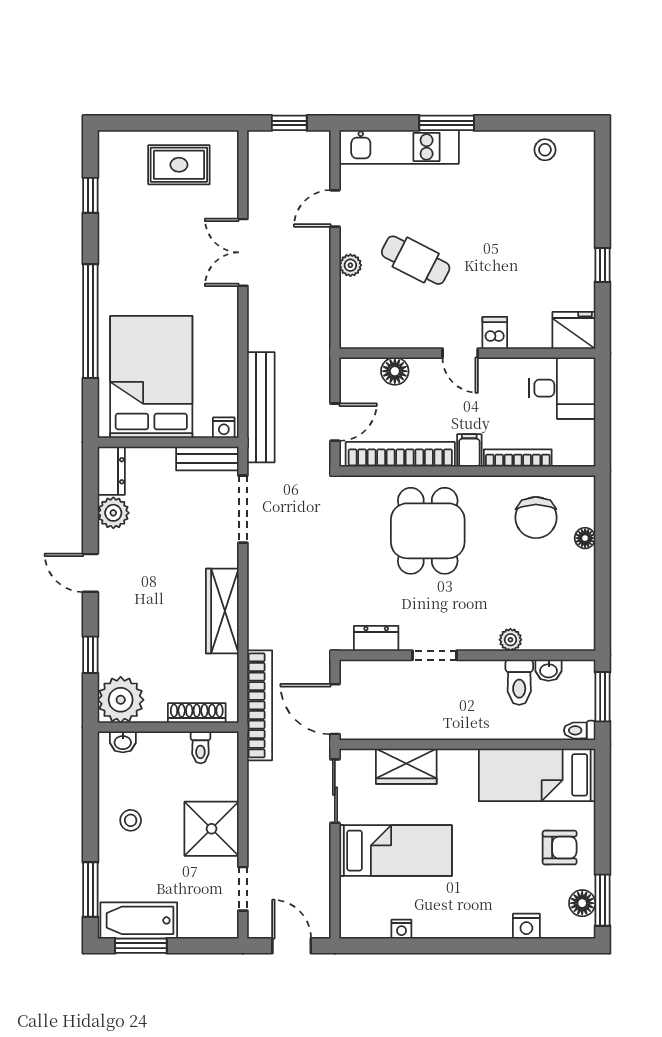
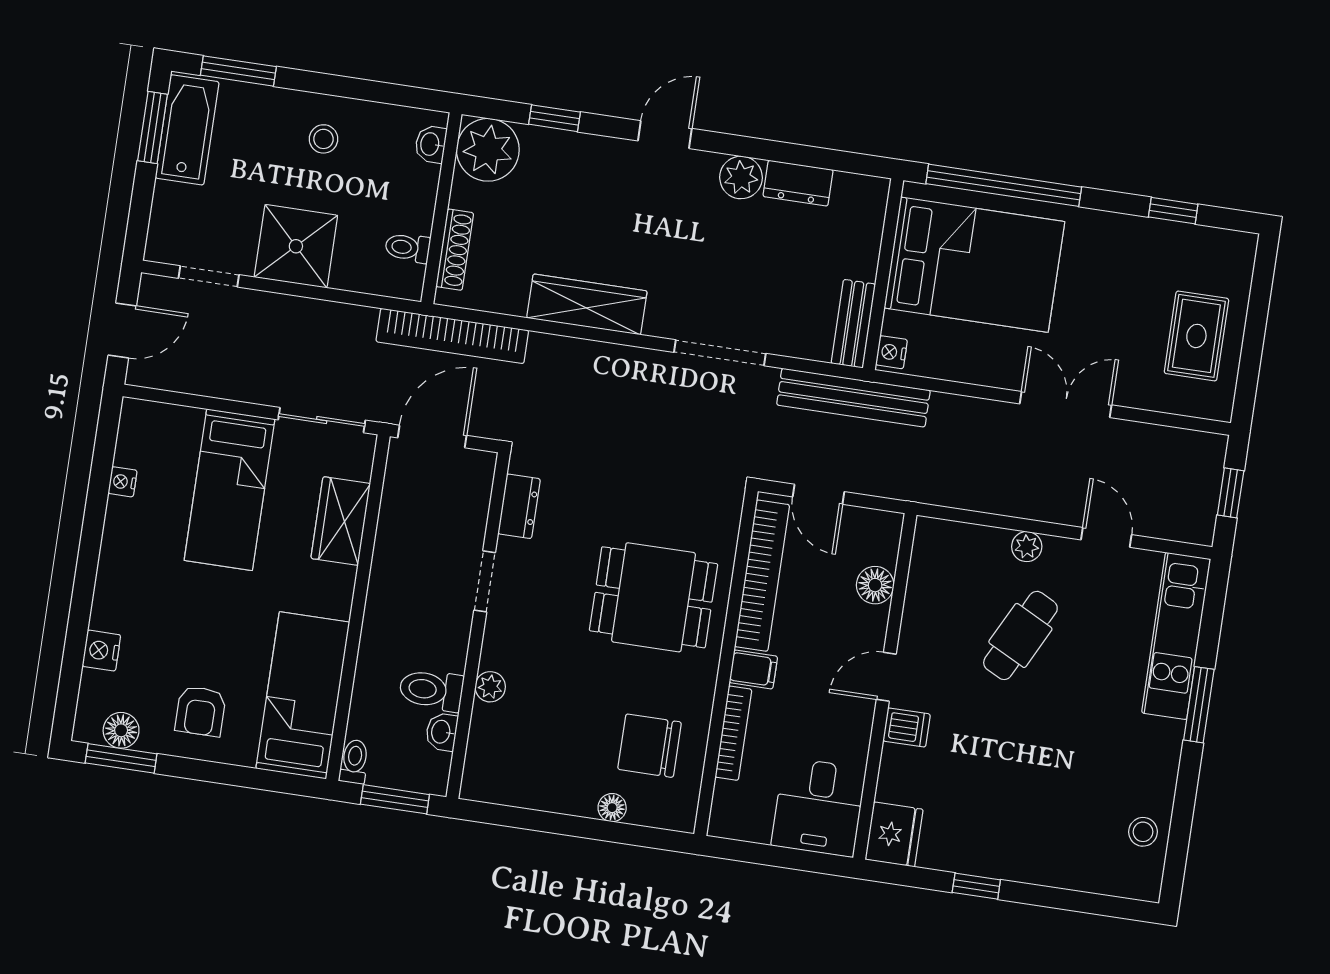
bed: (151, 377) -> (974, 265), moved
nightstand: (224, 428) -> (892, 352), moved
wall: (168, 442) -> (883, 274), moved
bench: (207, 459) -> (853, 324), moved

